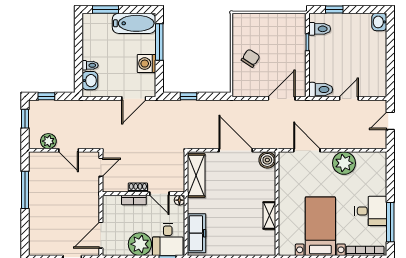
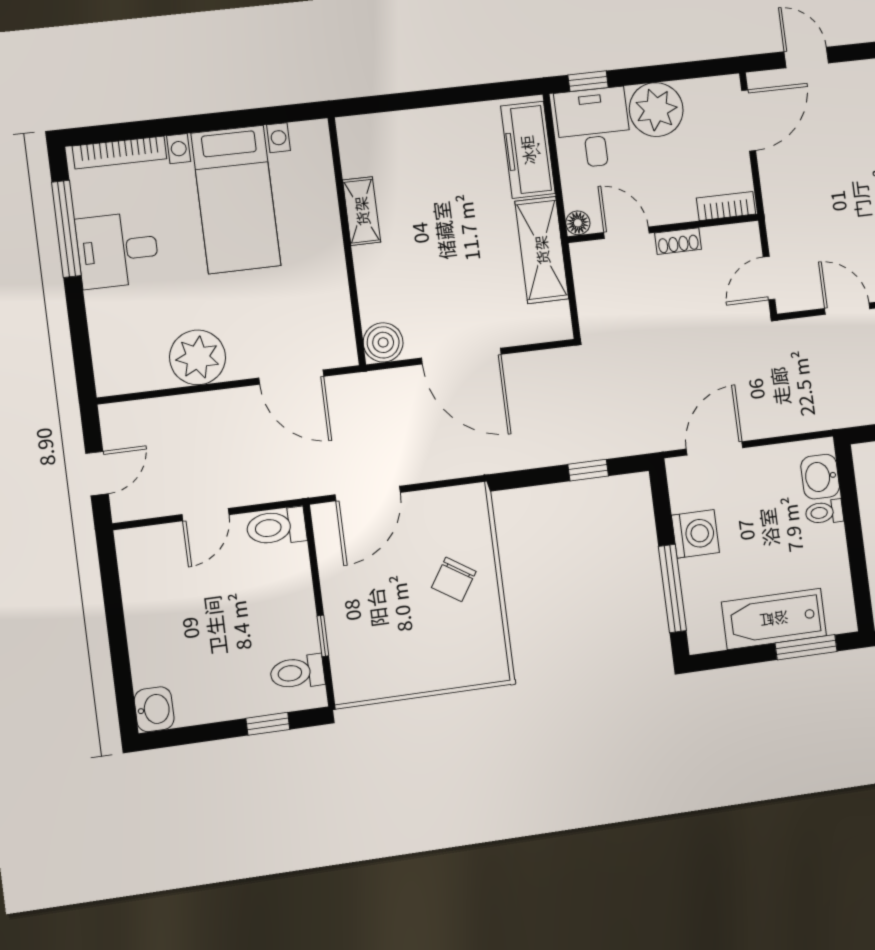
bathtub: (134, 23) -> (774, 619), moved
shelving: (196, 176) -> (542, 250), moved
bookcase: (134, 200) -> (726, 206), moved

